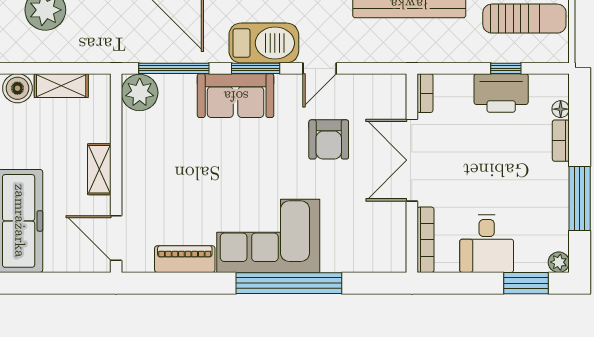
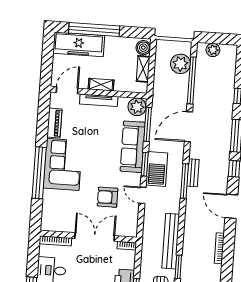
sofa: (236, 96) -> (133, 147), width x1.36
tv unit: (132, 172) -> (99, 100), added

